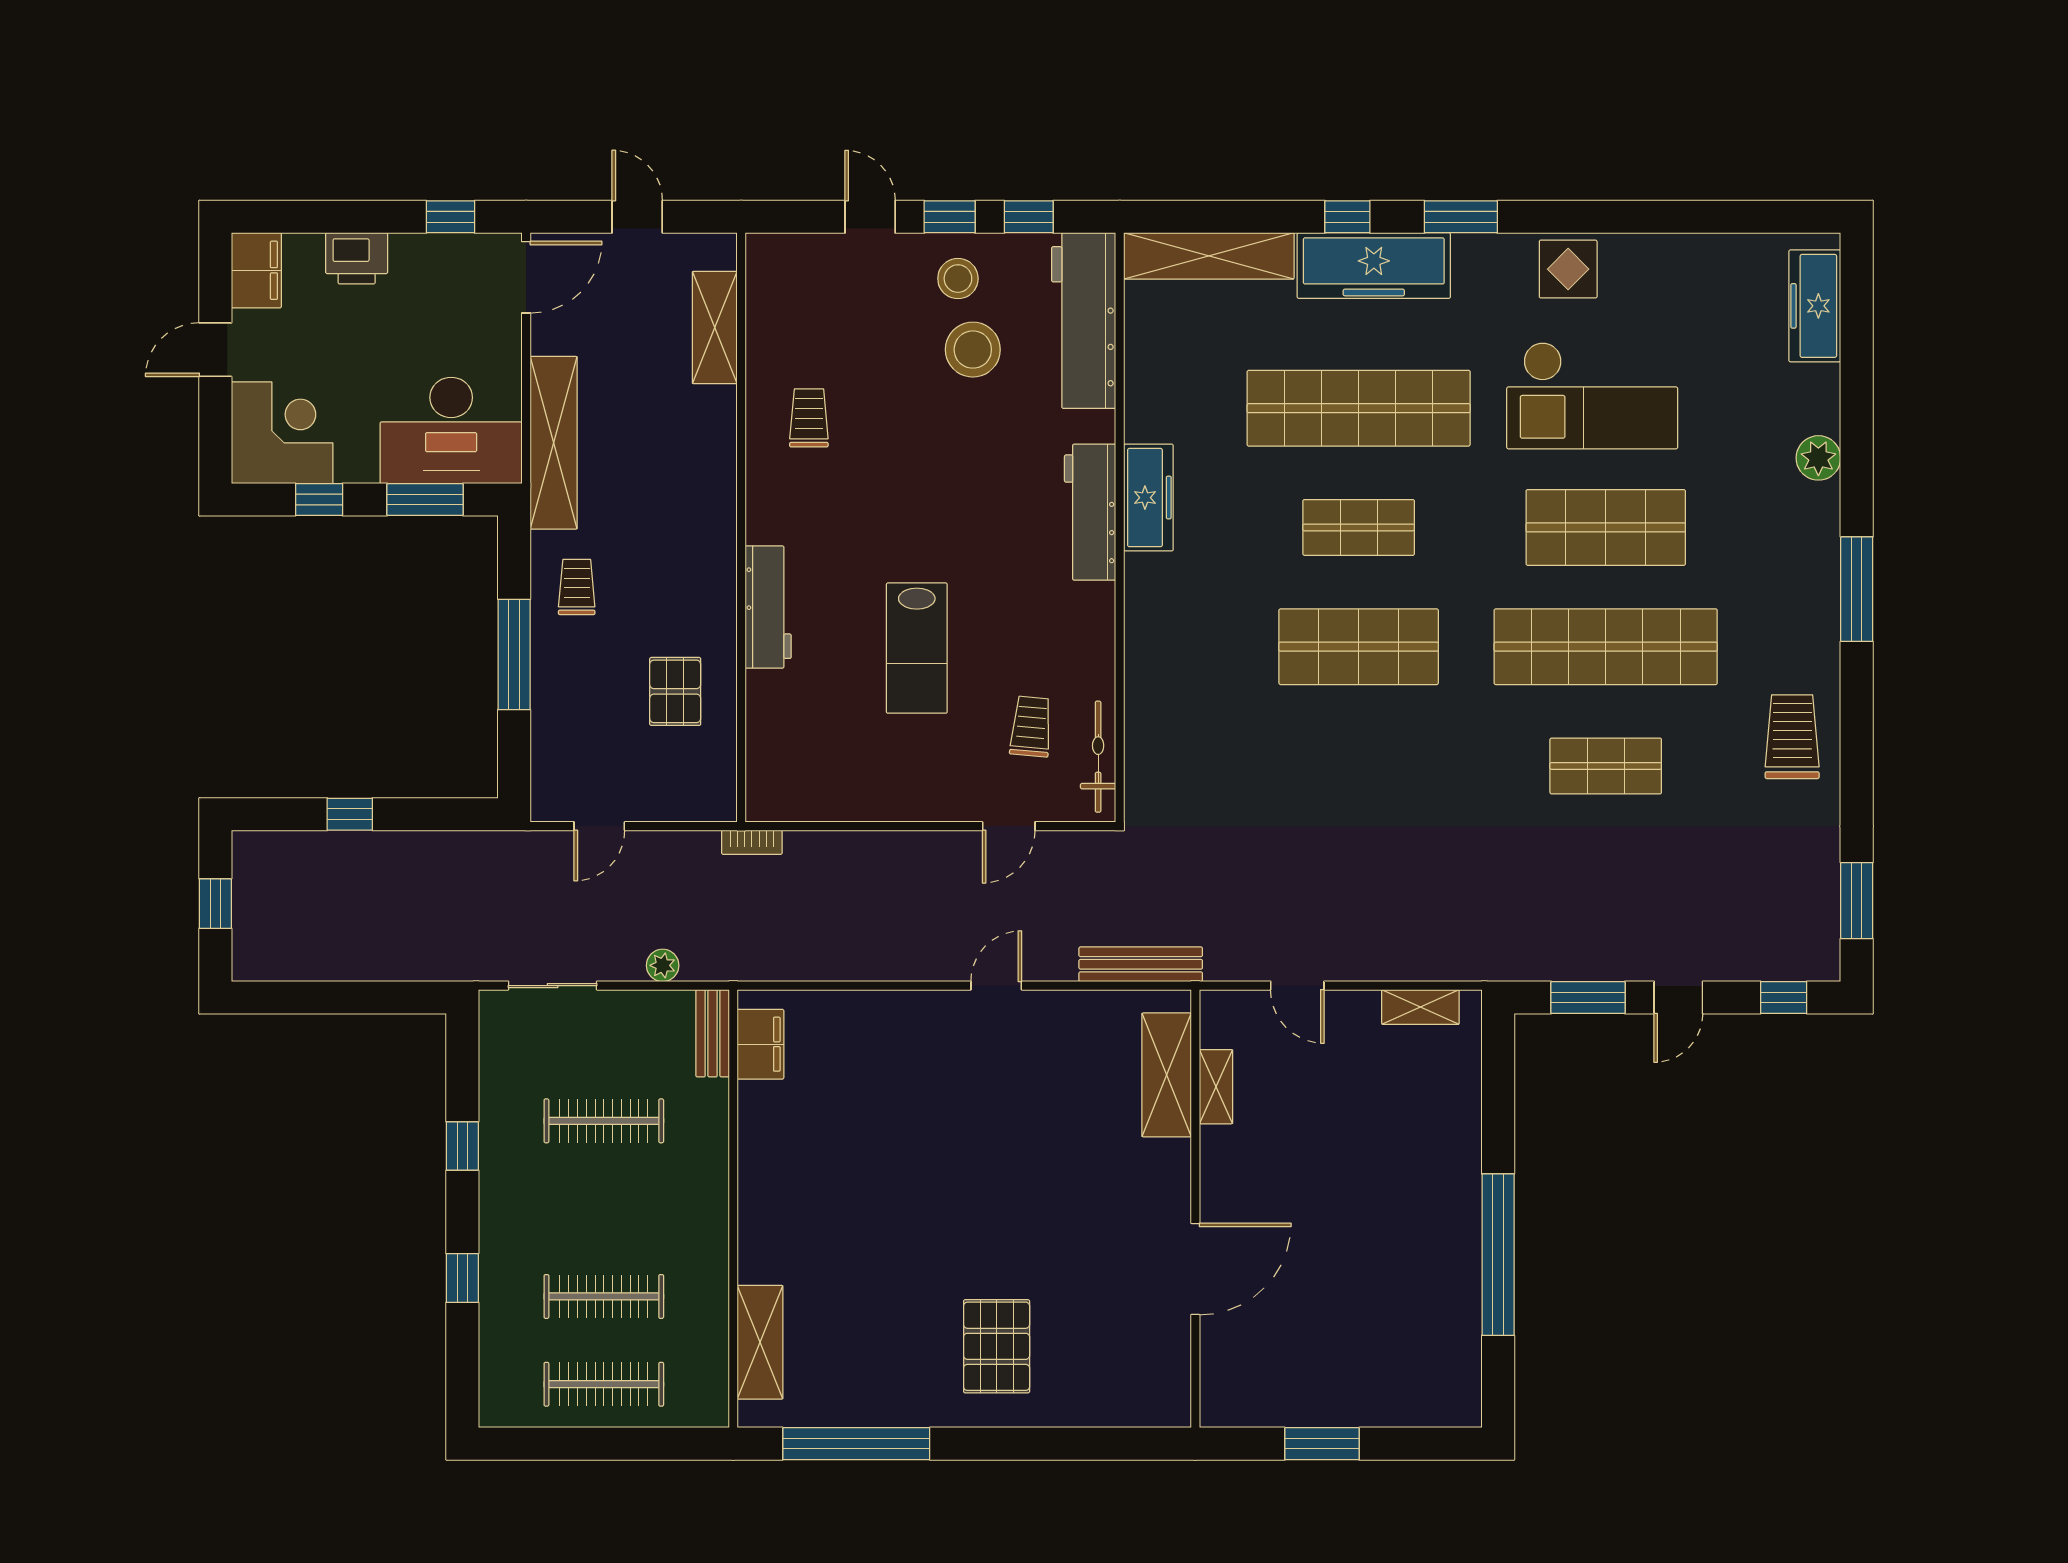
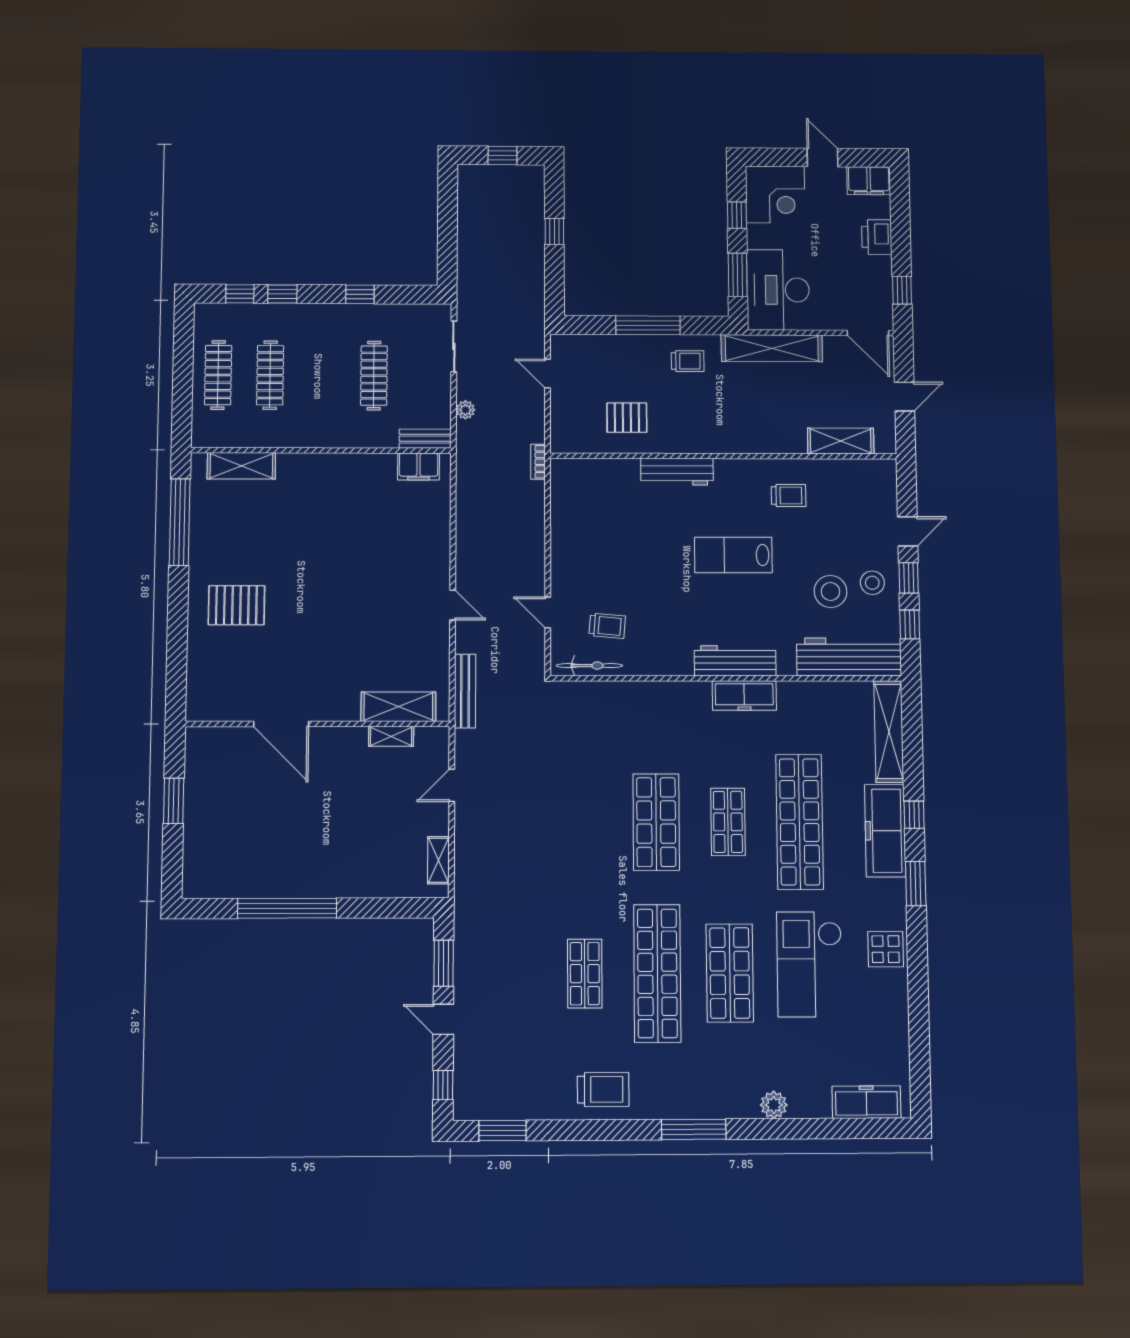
lab bench: (917, 648) -> (733, 555), moved
window: (462, 1350) -> (240, 294), added

